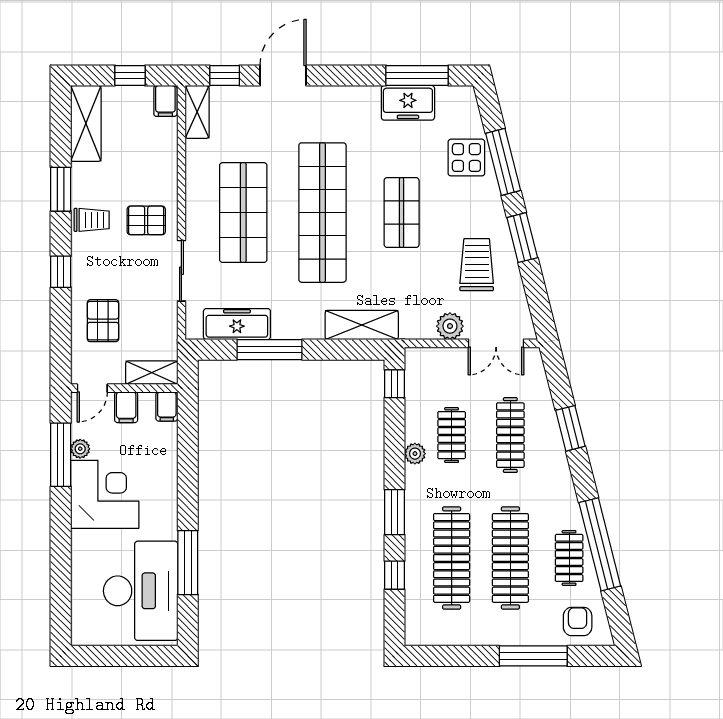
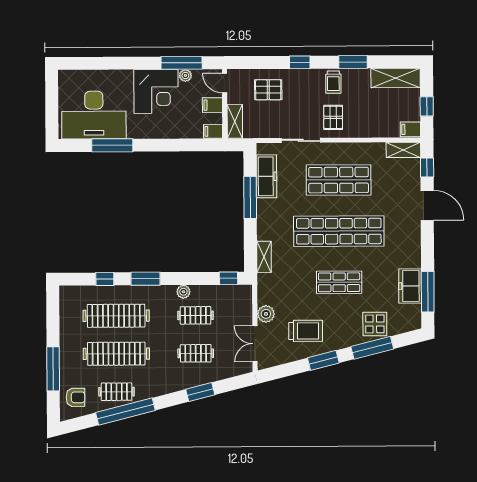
shelving: (362, 325) -> (264, 257), width x0.67, depth x0.75
clothes rail: (510, 435) -> (196, 353), width x0.73

